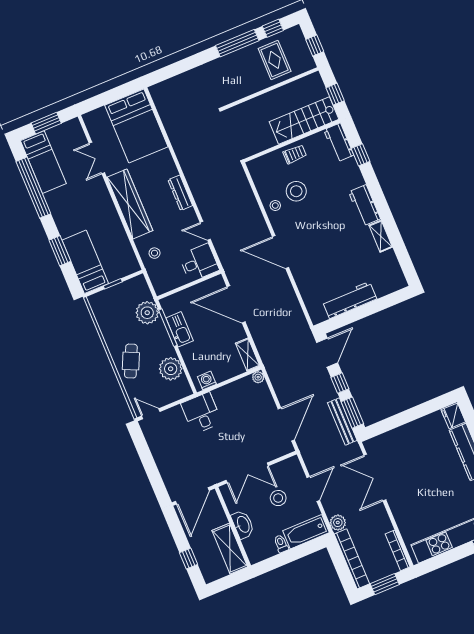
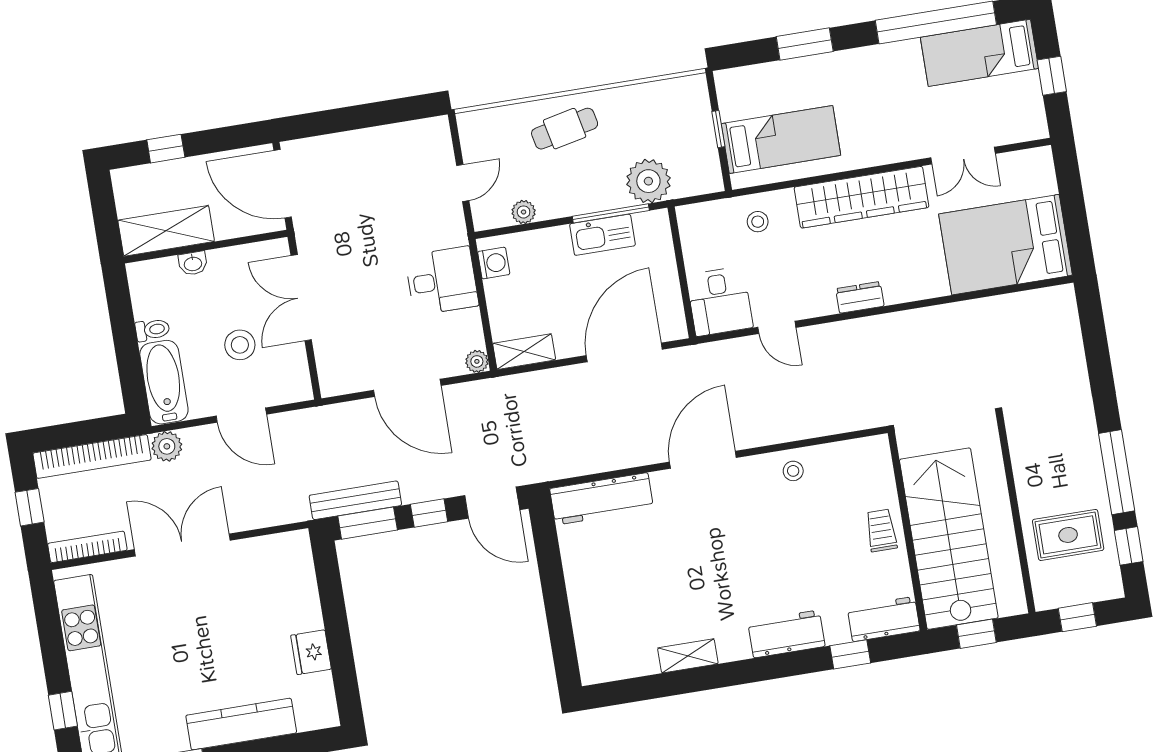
stairs: (304, 121) -> (949, 539), width x1.36, depth x1.51
window: (46, 123) -> (1052, 76), width x0.67
trolley: (295, 154) -> (881, 530), turned 180
double door: (97, 158) -> (963, 156), swing flipped
stool: (296, 191) -> (811, 517), removed
dresser: (180, 193) -> (860, 297), width x0.70
workbench: (364, 205) -> (786, 634), moved
door: (205, 231) -> (777, 327), swing flipped
bed: (85, 262) -> (781, 140), moved
workbench: (349, 300) -> (602, 499), moved, turned 90
cafe table: (131, 361) -> (565, 129), turned -37
plant: (171, 369) -> (524, 212), width x0.53, depth x0.53
desk: (201, 413) -> (442, 281), moved
door: (151, 414) -> (463, 183), moved
fridge: (453, 416) -> (311, 652), moved, turned -90
door: (286, 424) -> (407, 388), moved
double door: (375, 478) -> (182, 545), moved
washbasin: (243, 525) -> (193, 263), width x0.52, depth x0.69
window: (385, 584) -> (30, 507), width x0.67

